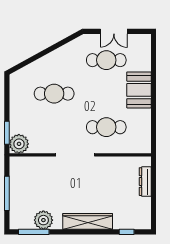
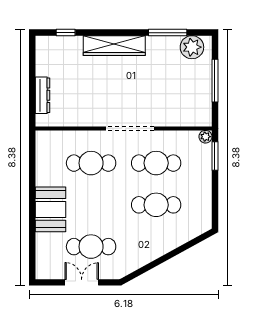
cafe table: (54, 127) -> (156, 163), added
plant: (19, 144) -> (205, 137), width x0.53, depth x0.53
plant: (43, 220) -> (192, 47), moved
window: (34, 232) -> (168, 33), moved

